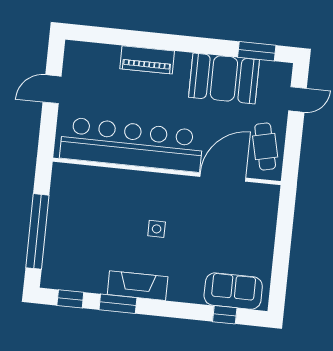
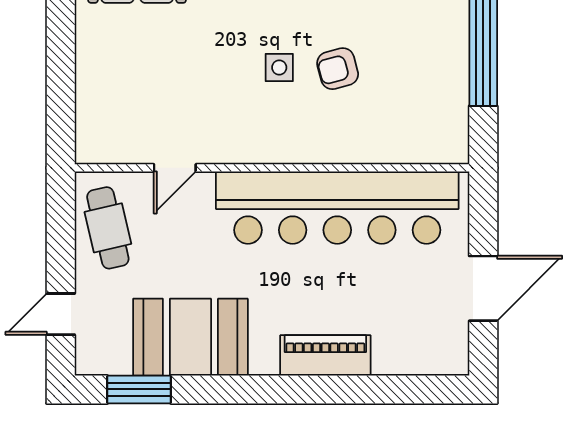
door: (52, 89) -> (483, 288), width x1.38
door: (223, 177) -> (175, 168), width x0.53
armchair: (123, 225) -> (338, 69), added

